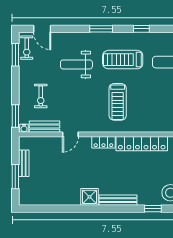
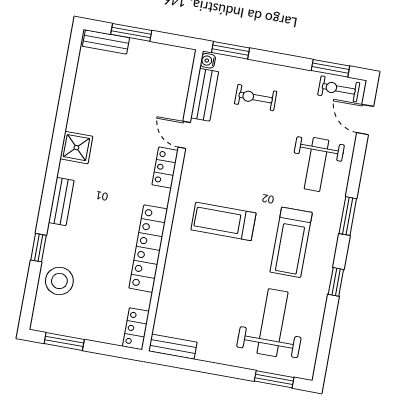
door: (42, 29) -> (365, 120), hinge flipped
treadmill: (123, 60) -> (291, 242), turned 180
weight bench: (76, 64) -> (317, 165), moved, turned 180
locker: (103, 142) -> (165, 168), moved
bench: (24, 163) -> (106, 42), moved
bench: (118, 200) -> (61, 202), width x0.73

